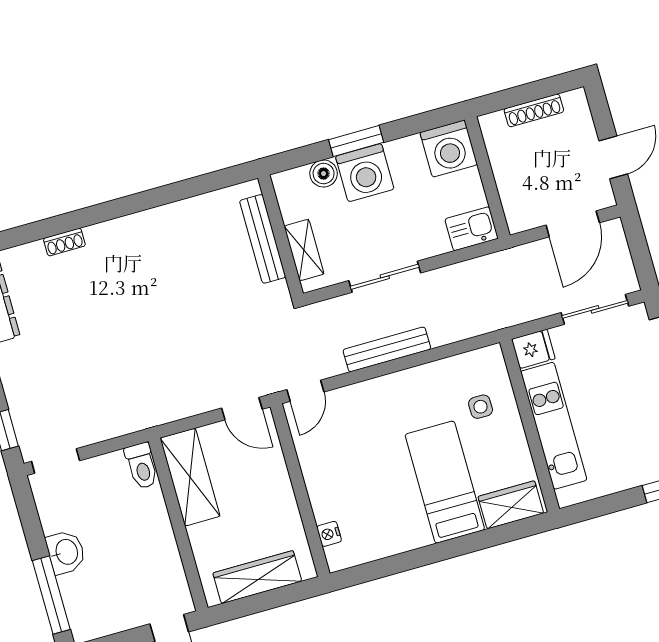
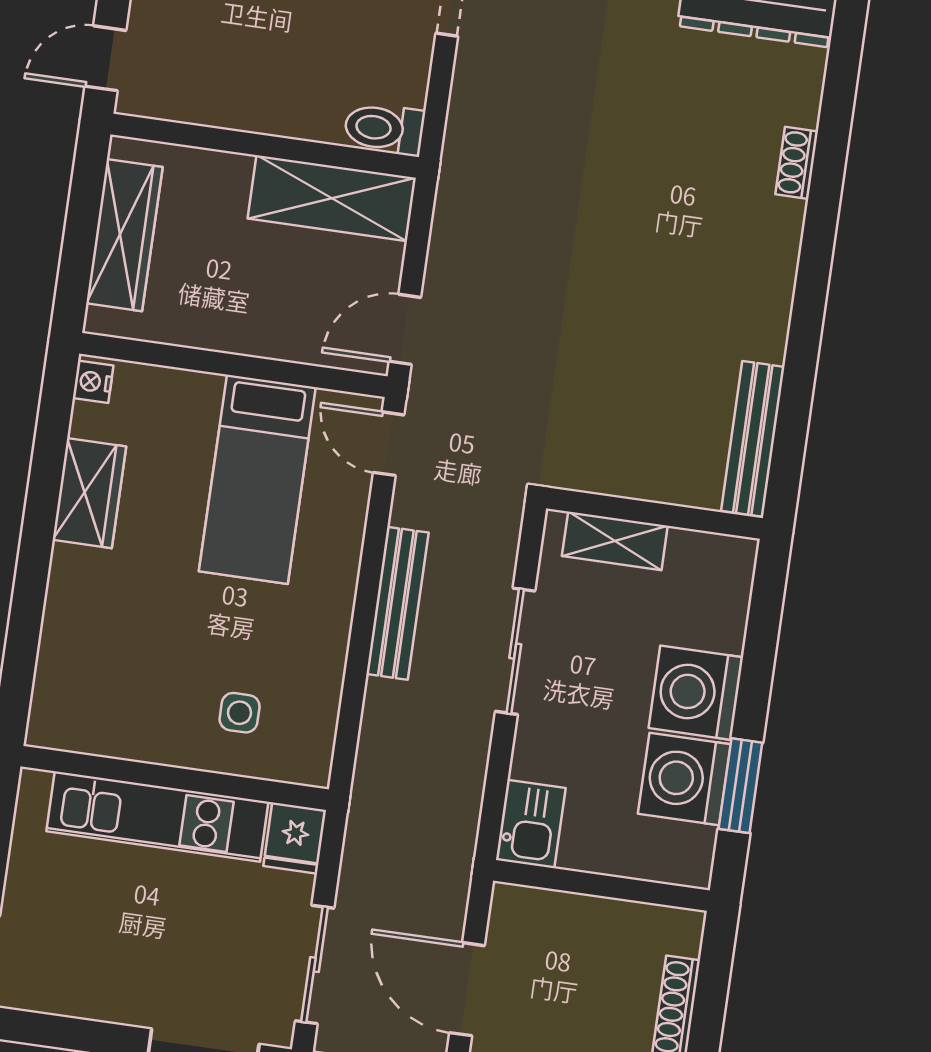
window: (356, 141) -> (740, 786), moved
washing machine: (449, 149) -> (684, 779), moved
boiler: (324, 174) -> (724, 626), removed
bench: (263, 239) -> (753, 439), moved, turned 90
bed: (445, 482) -> (257, 479), moved, turned 90
wardrobe: (511, 505) -> (89, 493), moved
nightstand: (329, 534) -> (93, 382), moved, turned -90

